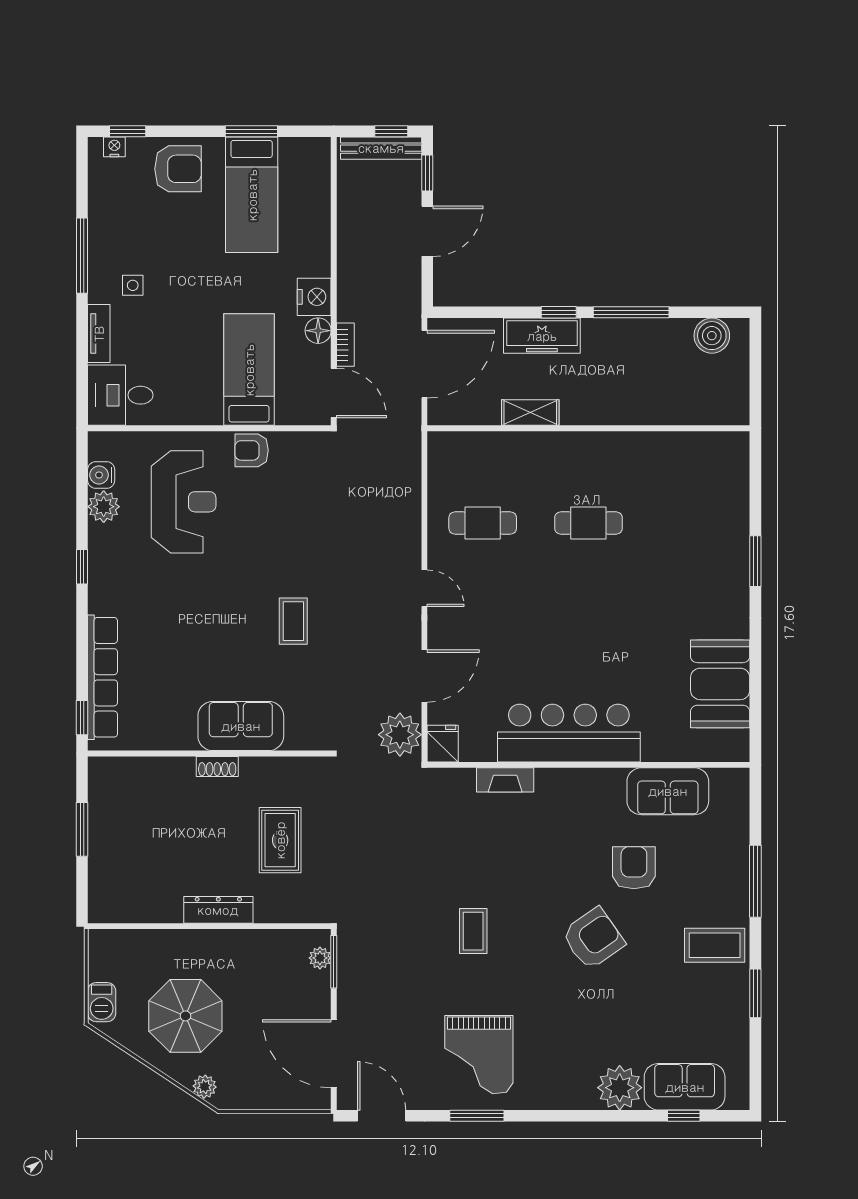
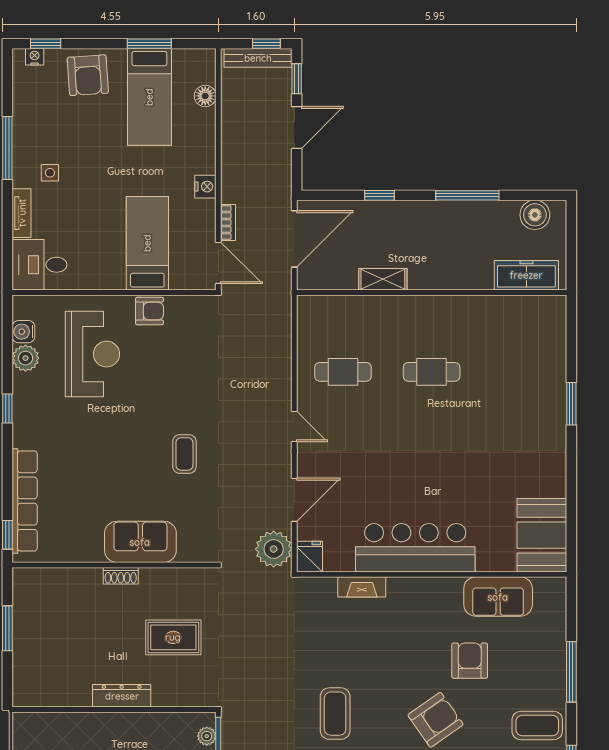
armchair: (178, 169) -> (88, 75), turned 86
nightstand: (314, 297) -> (205, 187), width x0.74, depth x0.75
window: (559, 312) -> (379, 195), moved
floor lamp: (318, 331) -> (205, 96), moved
freezer: (542, 336) -> (526, 275), moved, turned 180
armchair: (252, 450) -> (150, 311), turned 180
booth: (720, 684) -> (542, 535), moved
rug: (280, 840) -> (173, 637), turned 90
coffee table: (473, 931) -> (335, 714), width x1.36, depth x1.30

